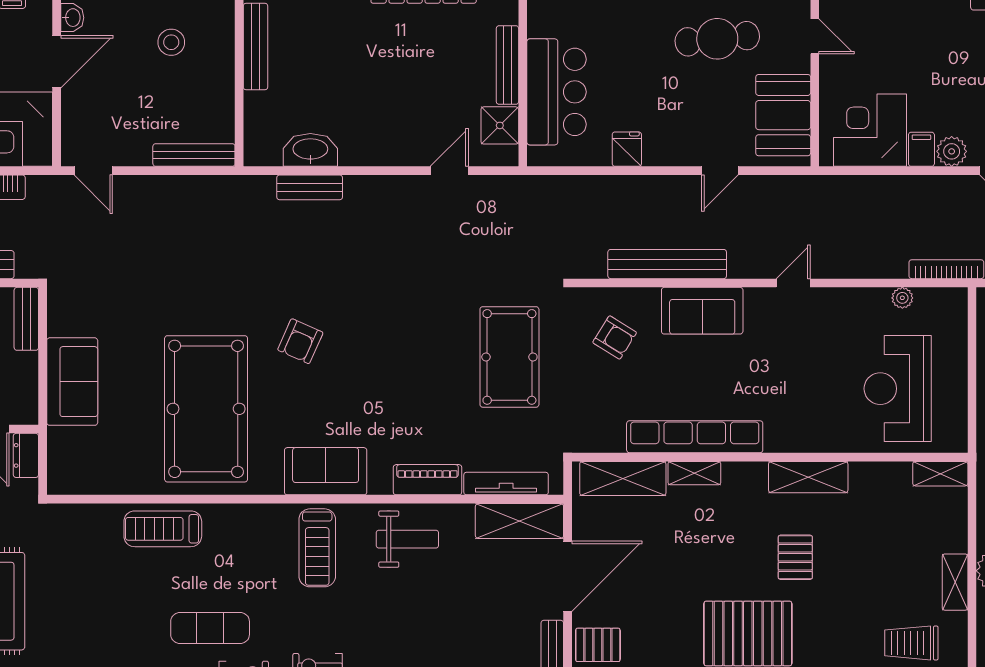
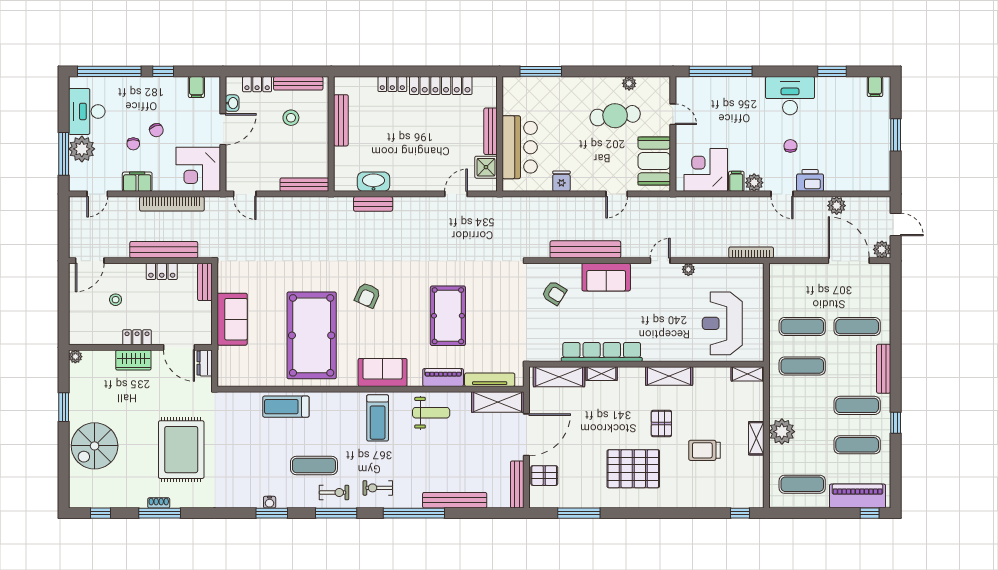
plant: (902, 298) -> (688, 269), moved
pool table: (509, 357) -> (448, 316), moved
trolley: (911, 643) -> (704, 450), moved

